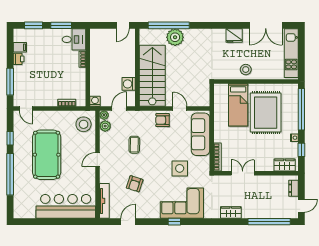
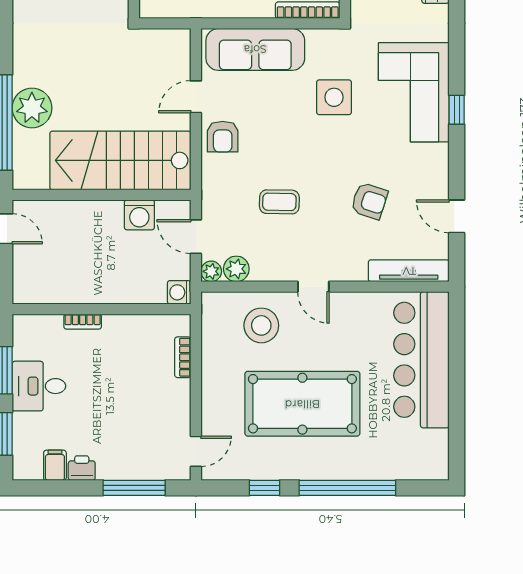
desk: (74, 39) -> (39, 386), moved, turned -90
stool: (84, 124) -> (261, 325), moved

